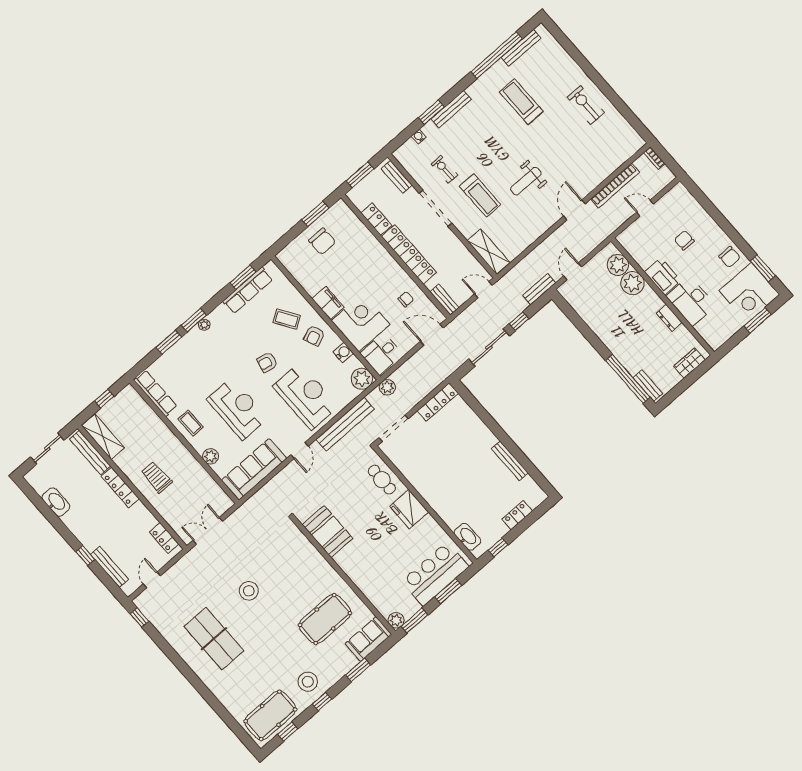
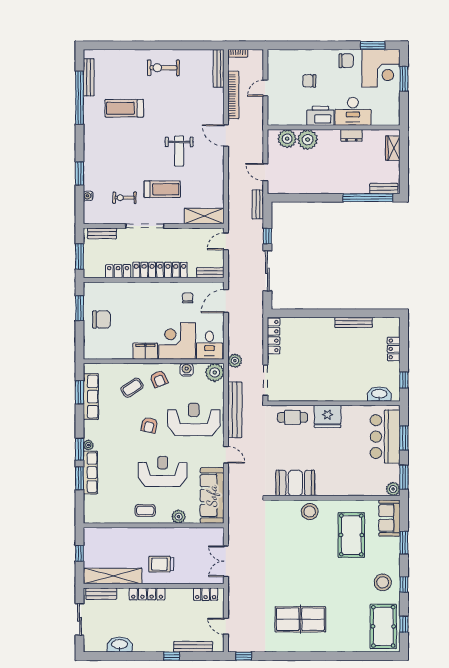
bench: (451, 109) -> (219, 68), moved
row of seats: (155, 393) -> (90, 473), moved, turned 90
shelving: (103, 437) -> (113, 576), width x1.47
bench: (90, 453) -> (101, 594), width x0.73
stool: (249, 591) -> (310, 512), moved

